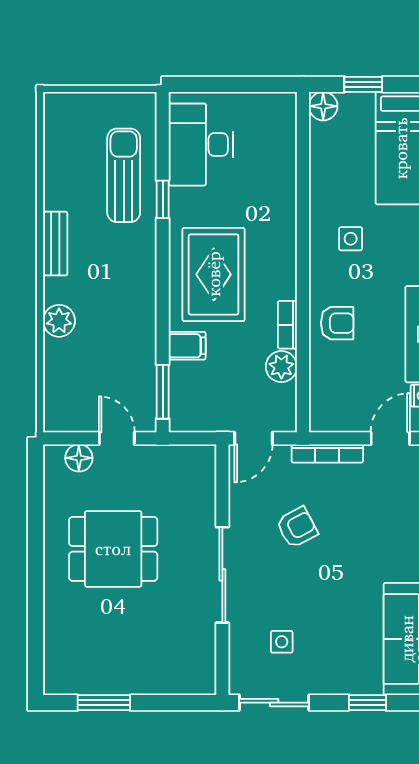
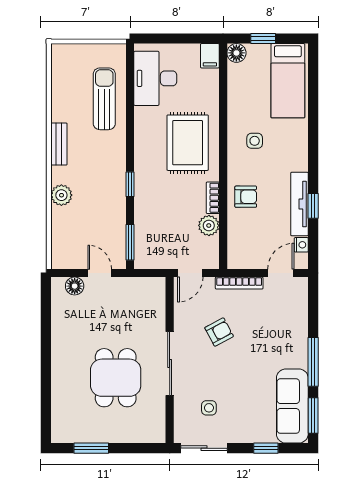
window: (163, 199) -> (130, 184), moved
rug: (214, 274) -> (188, 143), moved
filing cabinet: (187, 346) -> (210, 56), moved, turned 90
dining table: (113, 549) -> (116, 378), moved, turned 90

